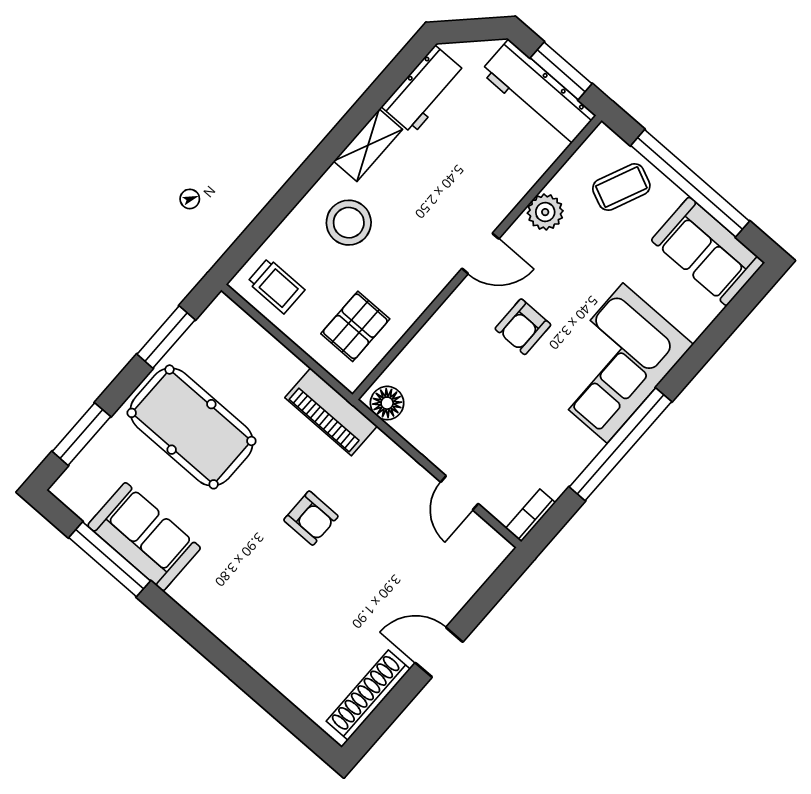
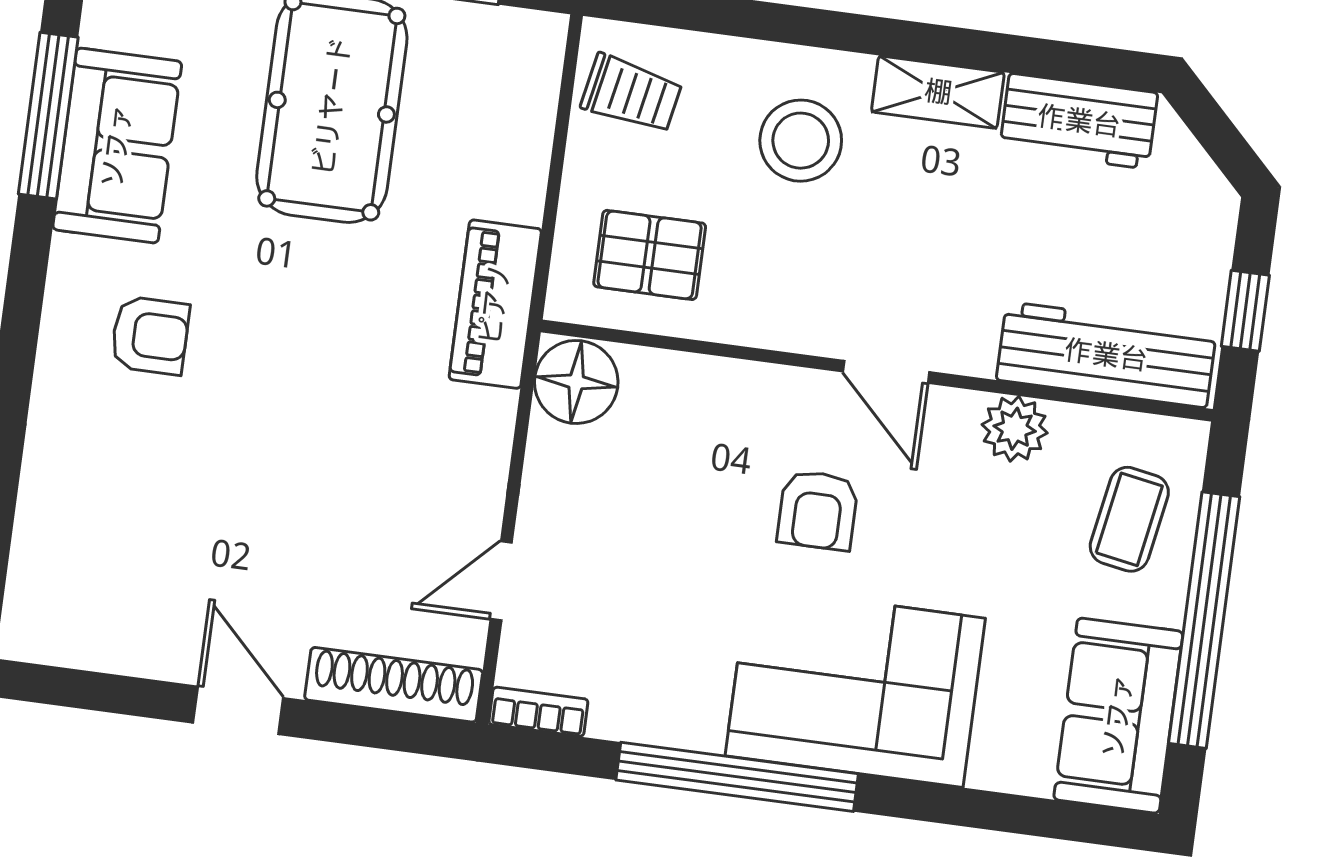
window: (561, 71) -> (1245, 311), width x0.67
workbench: (538, 94) -> (1106, 355), moved, turned 90
coffee table: (621, 187) -> (1129, 519), turned 76
trolley: (276, 286) -> (631, 94), turned -79
armchair: (523, 327) -> (818, 510), turned -90
floor lamp: (387, 403) -> (576, 382), width x1.38, depth x1.38
armchair: (311, 518) -> (150, 335), moved, turned -90
shoe rack: (368, 695) -> (394, 685), moved

